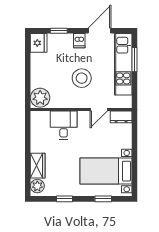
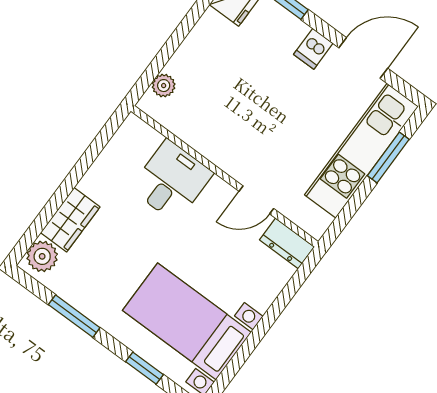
stool: (82, 78) -> (268, 120), removed
plant: (40, 98) -> (164, 86), width x0.53, depth x0.53
window: (65, 199) -> (74, 316), width x1.50

